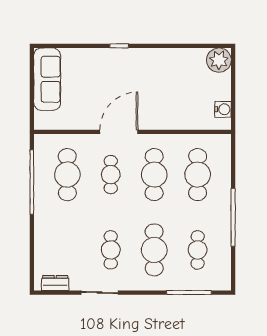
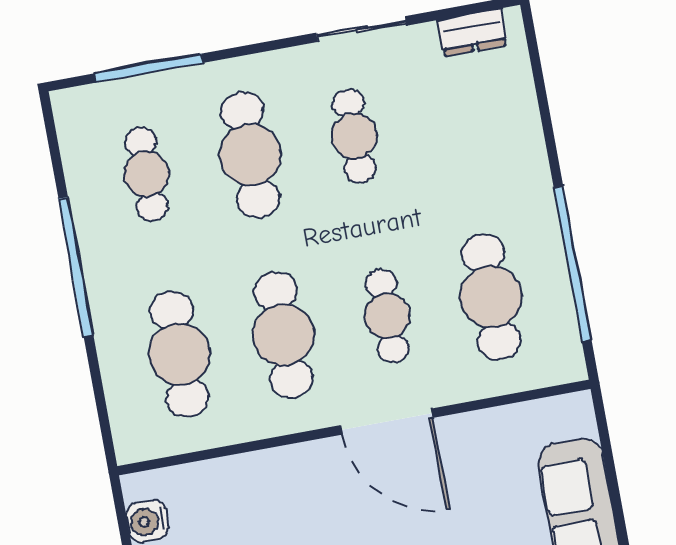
door: (119, 132) -> (387, 422), hinge flipped

